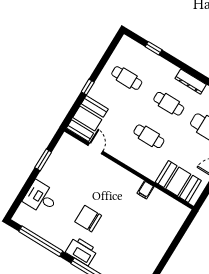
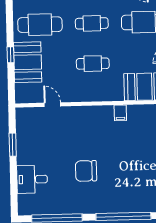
cafe table: (127, 78) -> (40, 25), width x1.37, depth x1.35
booth: (87, 119) -> (28, 62), moved
printer: (81, 251) -> (98, 203), removed

